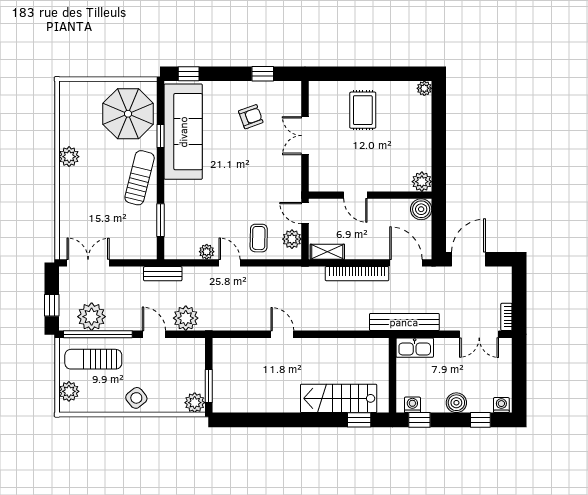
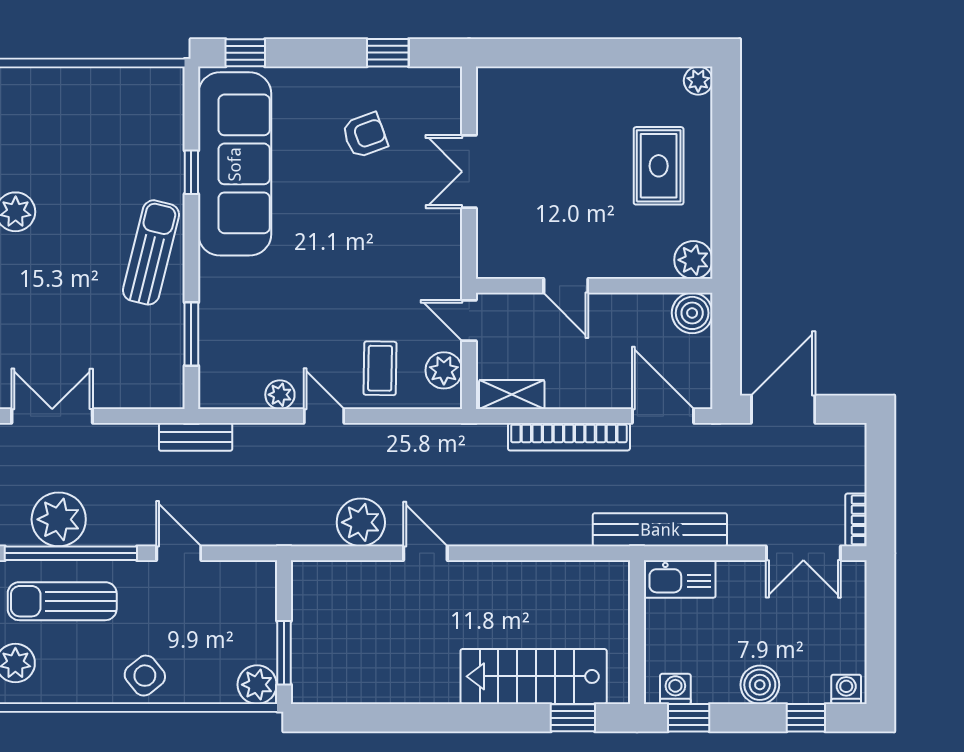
rug: (363, 110) -> (659, 166), moved
parasol: (128, 114) -> (129, 130), removed
plant: (186, 318) -> (361, 522), moved

